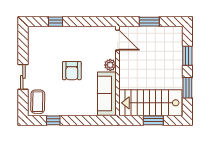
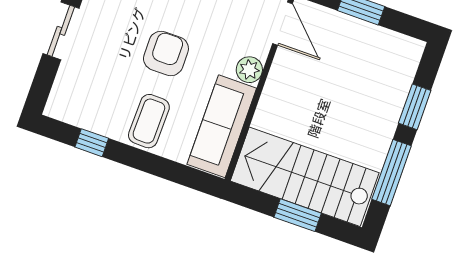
armchair: (72, 71) -> (166, 53), turned 180
window: (187, 88) -> (392, 173), width x1.44
coffee table: (38, 102) -> (149, 121), moved

